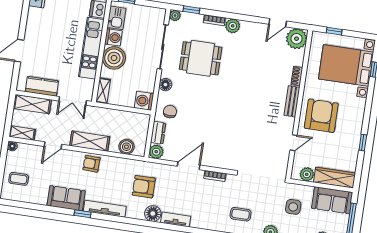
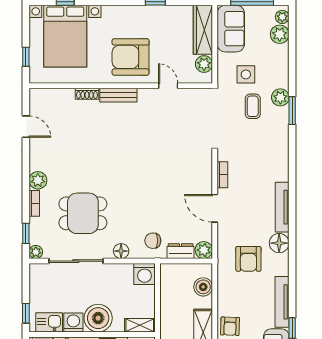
plant: (297, 39) -> (42, 101), removed
dining table: (201, 58) -> (83, 213), turned 90
coffee table: (241, 214) -> (253, 106), moved
tv unit: (176, 219) -> (282, 207), width x1.41

